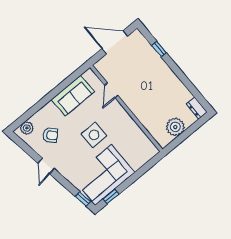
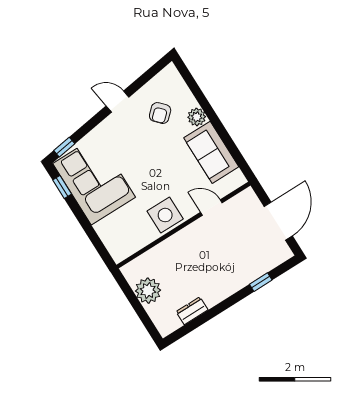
dresser: (197, 108) -> (192, 311), moved
plant: (27, 128) -> (197, 117), moved
side table: (94, 135) -> (165, 215), moved

